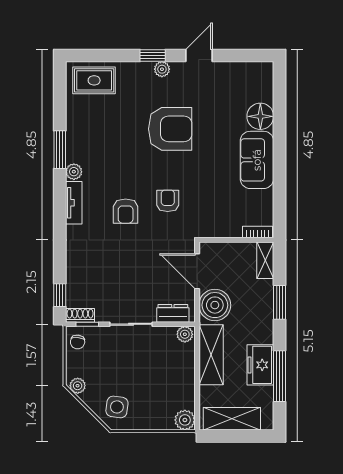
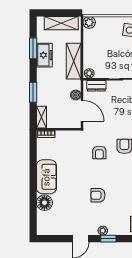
armchair: (170, 129) -> (98, 195), width x0.53, depth x0.53
boiler: (215, 305) -> (76, 95), width x0.54, depth x0.54
window: (279, 376) -> (33, 48), width x0.69

